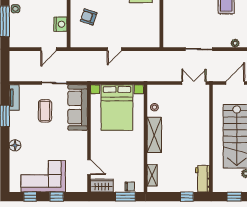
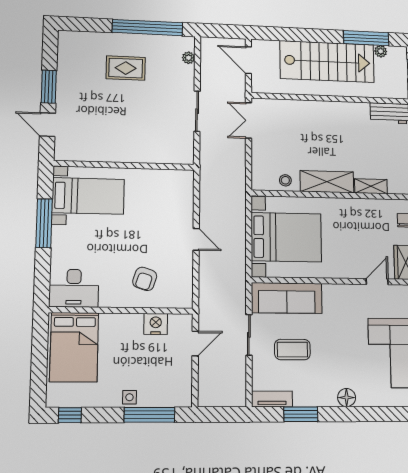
door: (49, 49) -> (195, 343), hinge flipped
shelving: (152, 175) -> (371, 186), moved

